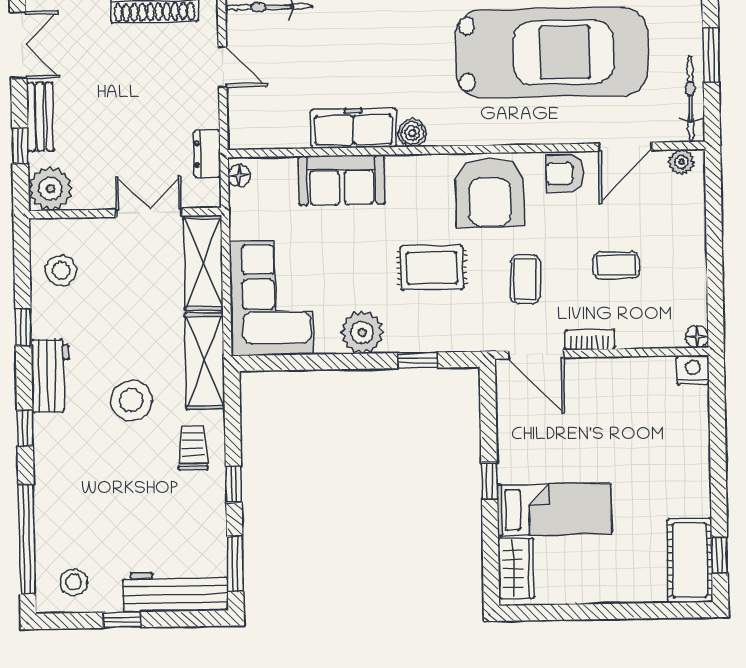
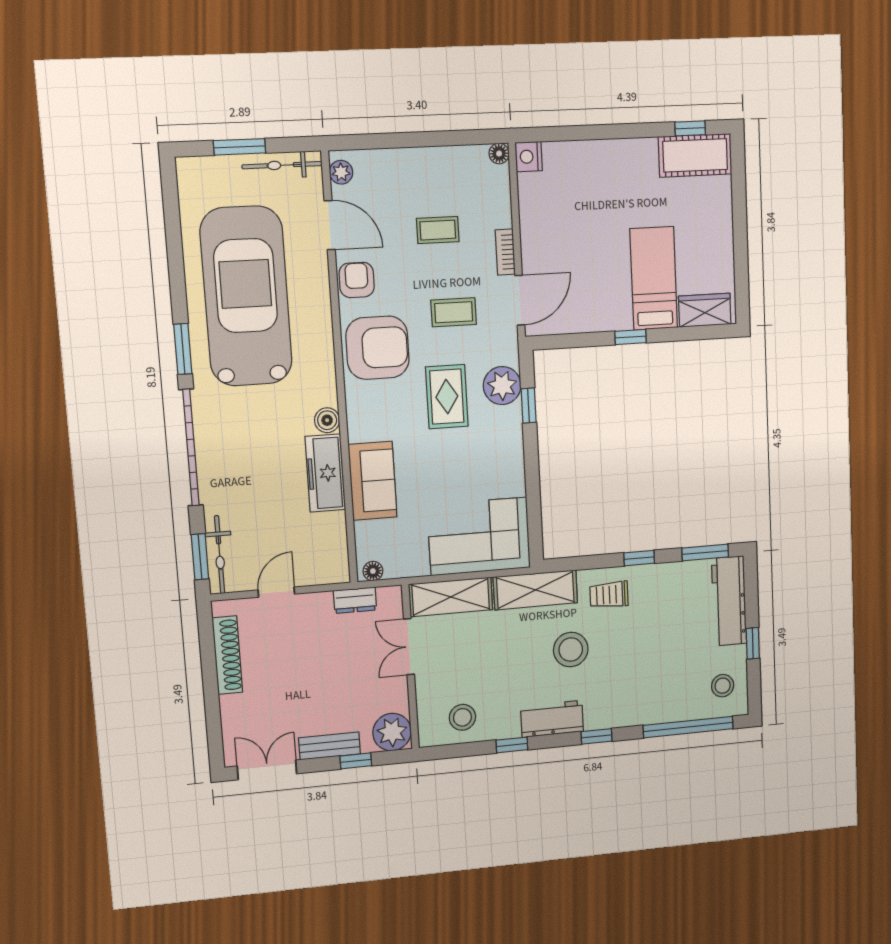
armchair: (565, 173) -> (357, 280), turned 180
coffee table: (616, 265) -> (438, 230), turned 90
plant: (362, 332) -> (502, 386), moved

